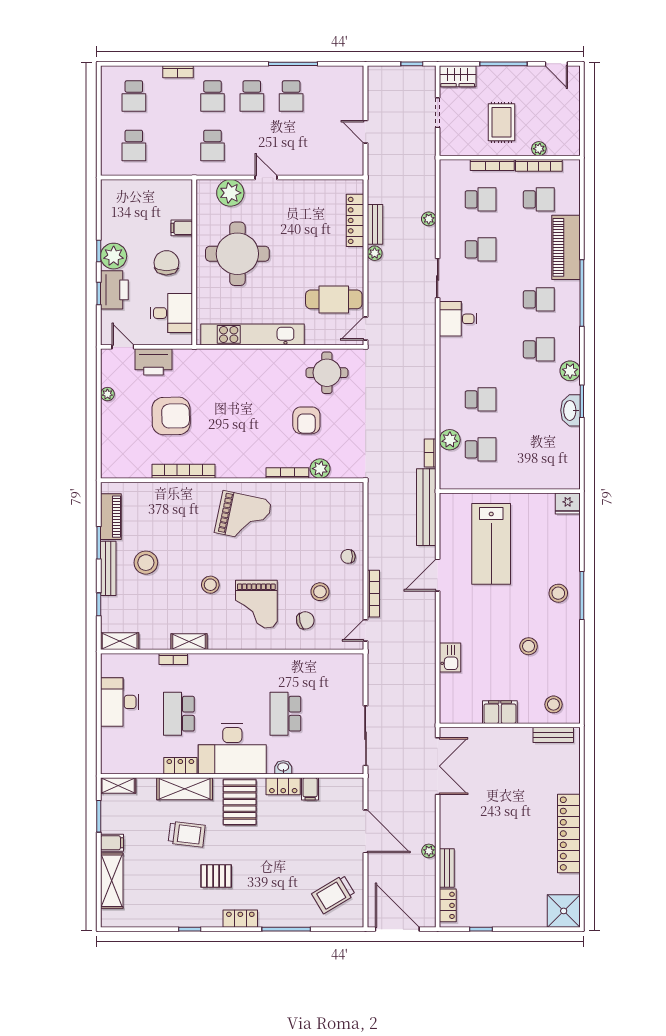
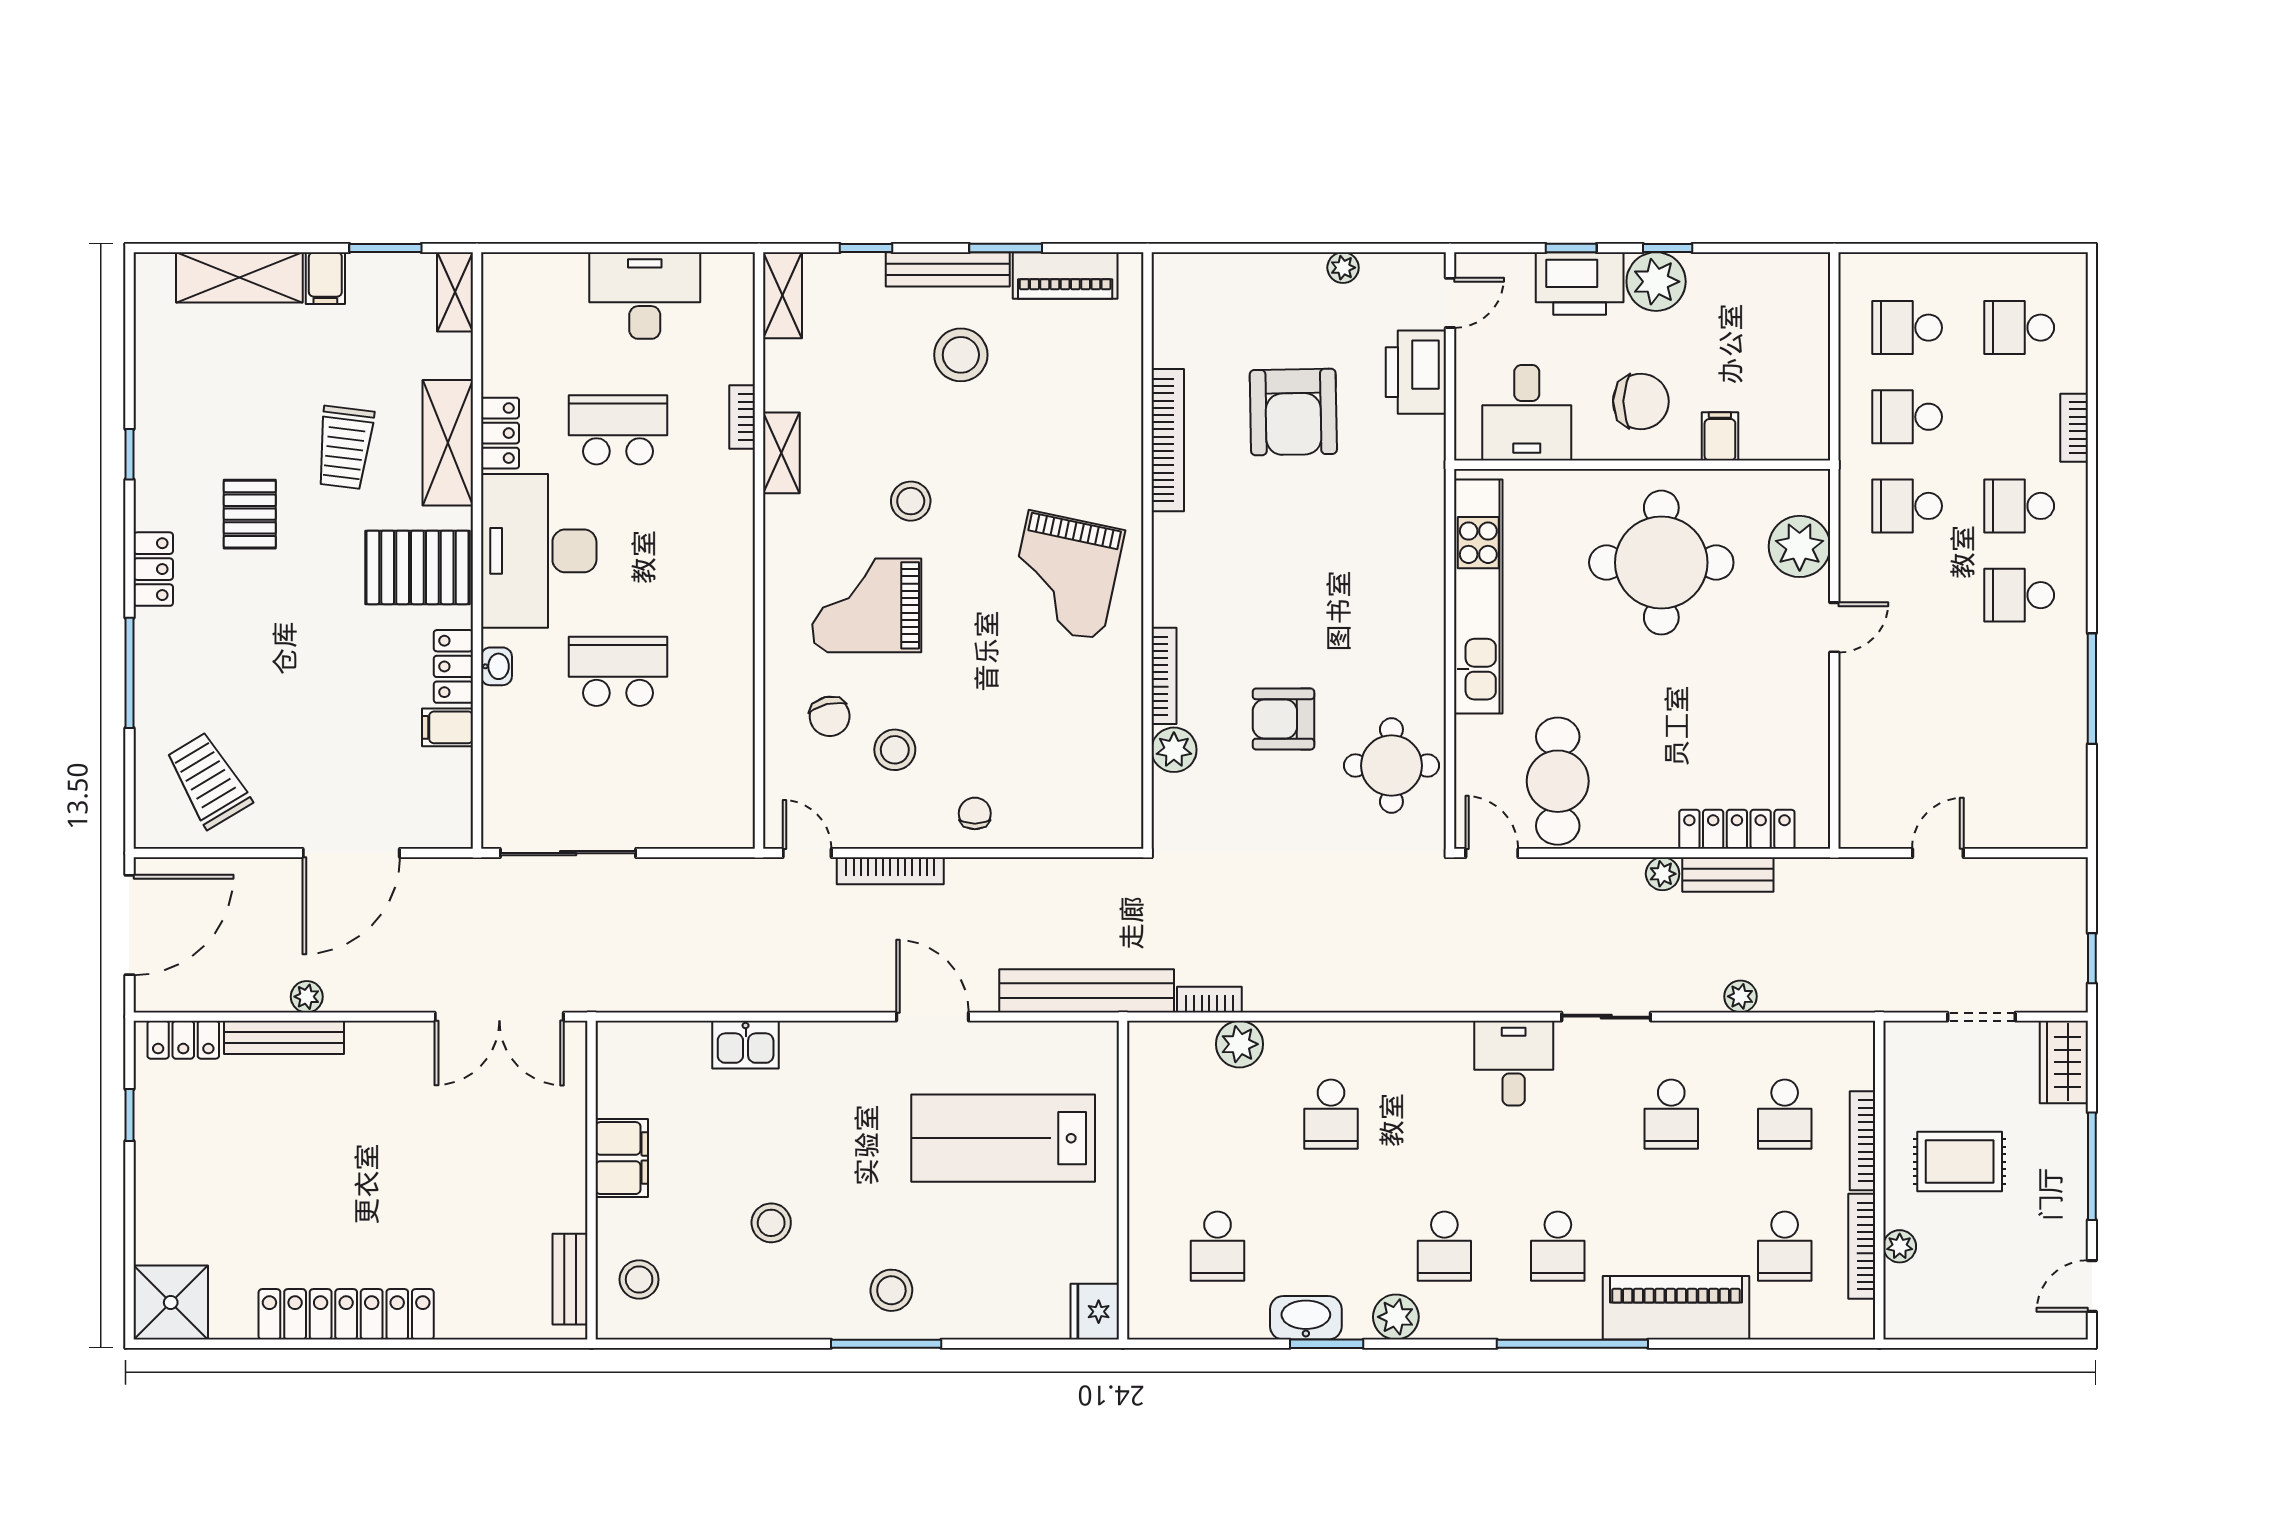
school desk: (291, 96) -> (1907, 417), moved
school desk: (481, 449) -> (1218, 1246), moved
bench: (447, 868) -> (284, 1037), width x1.36

